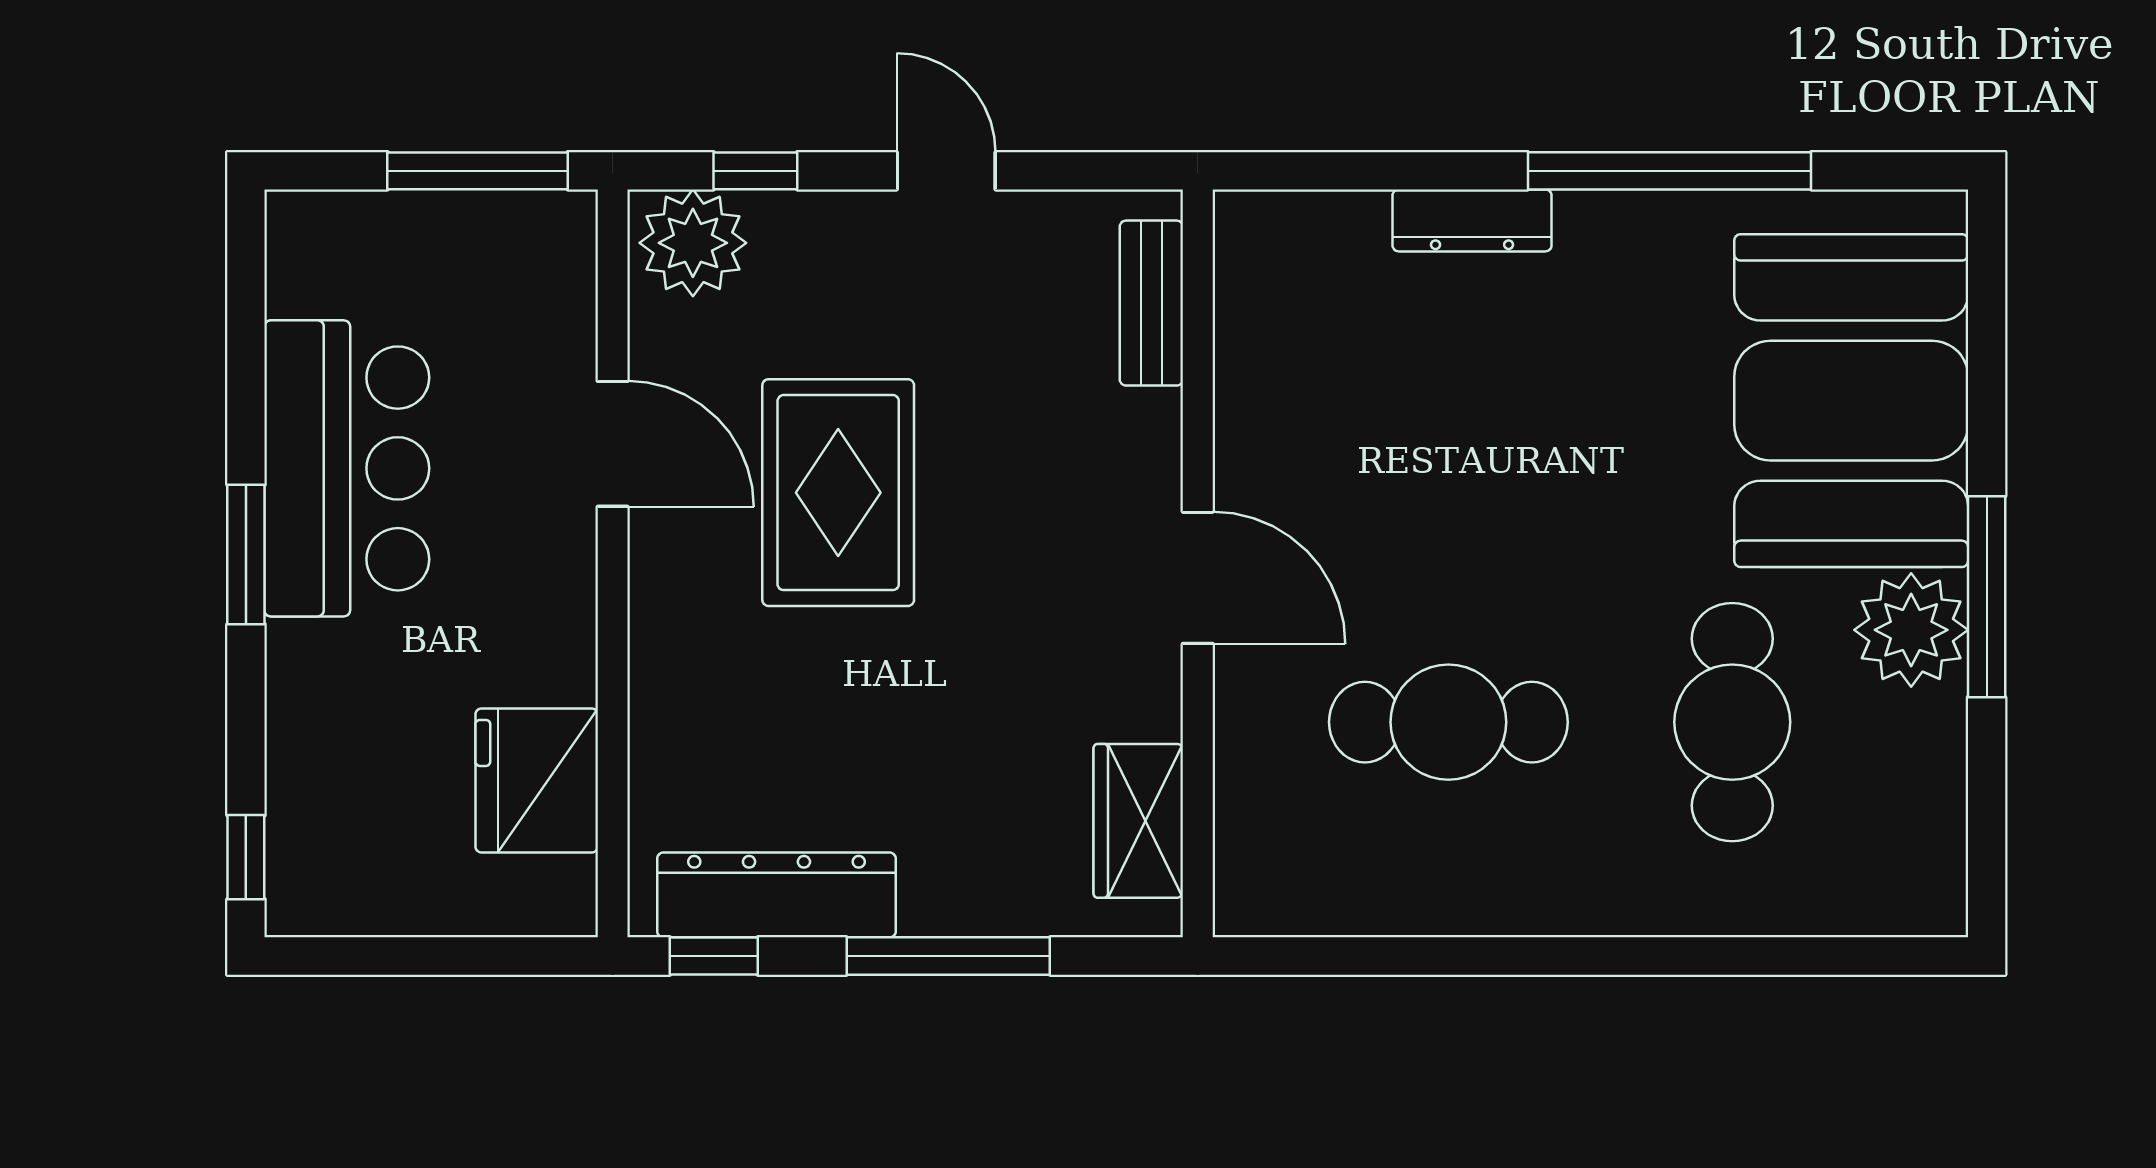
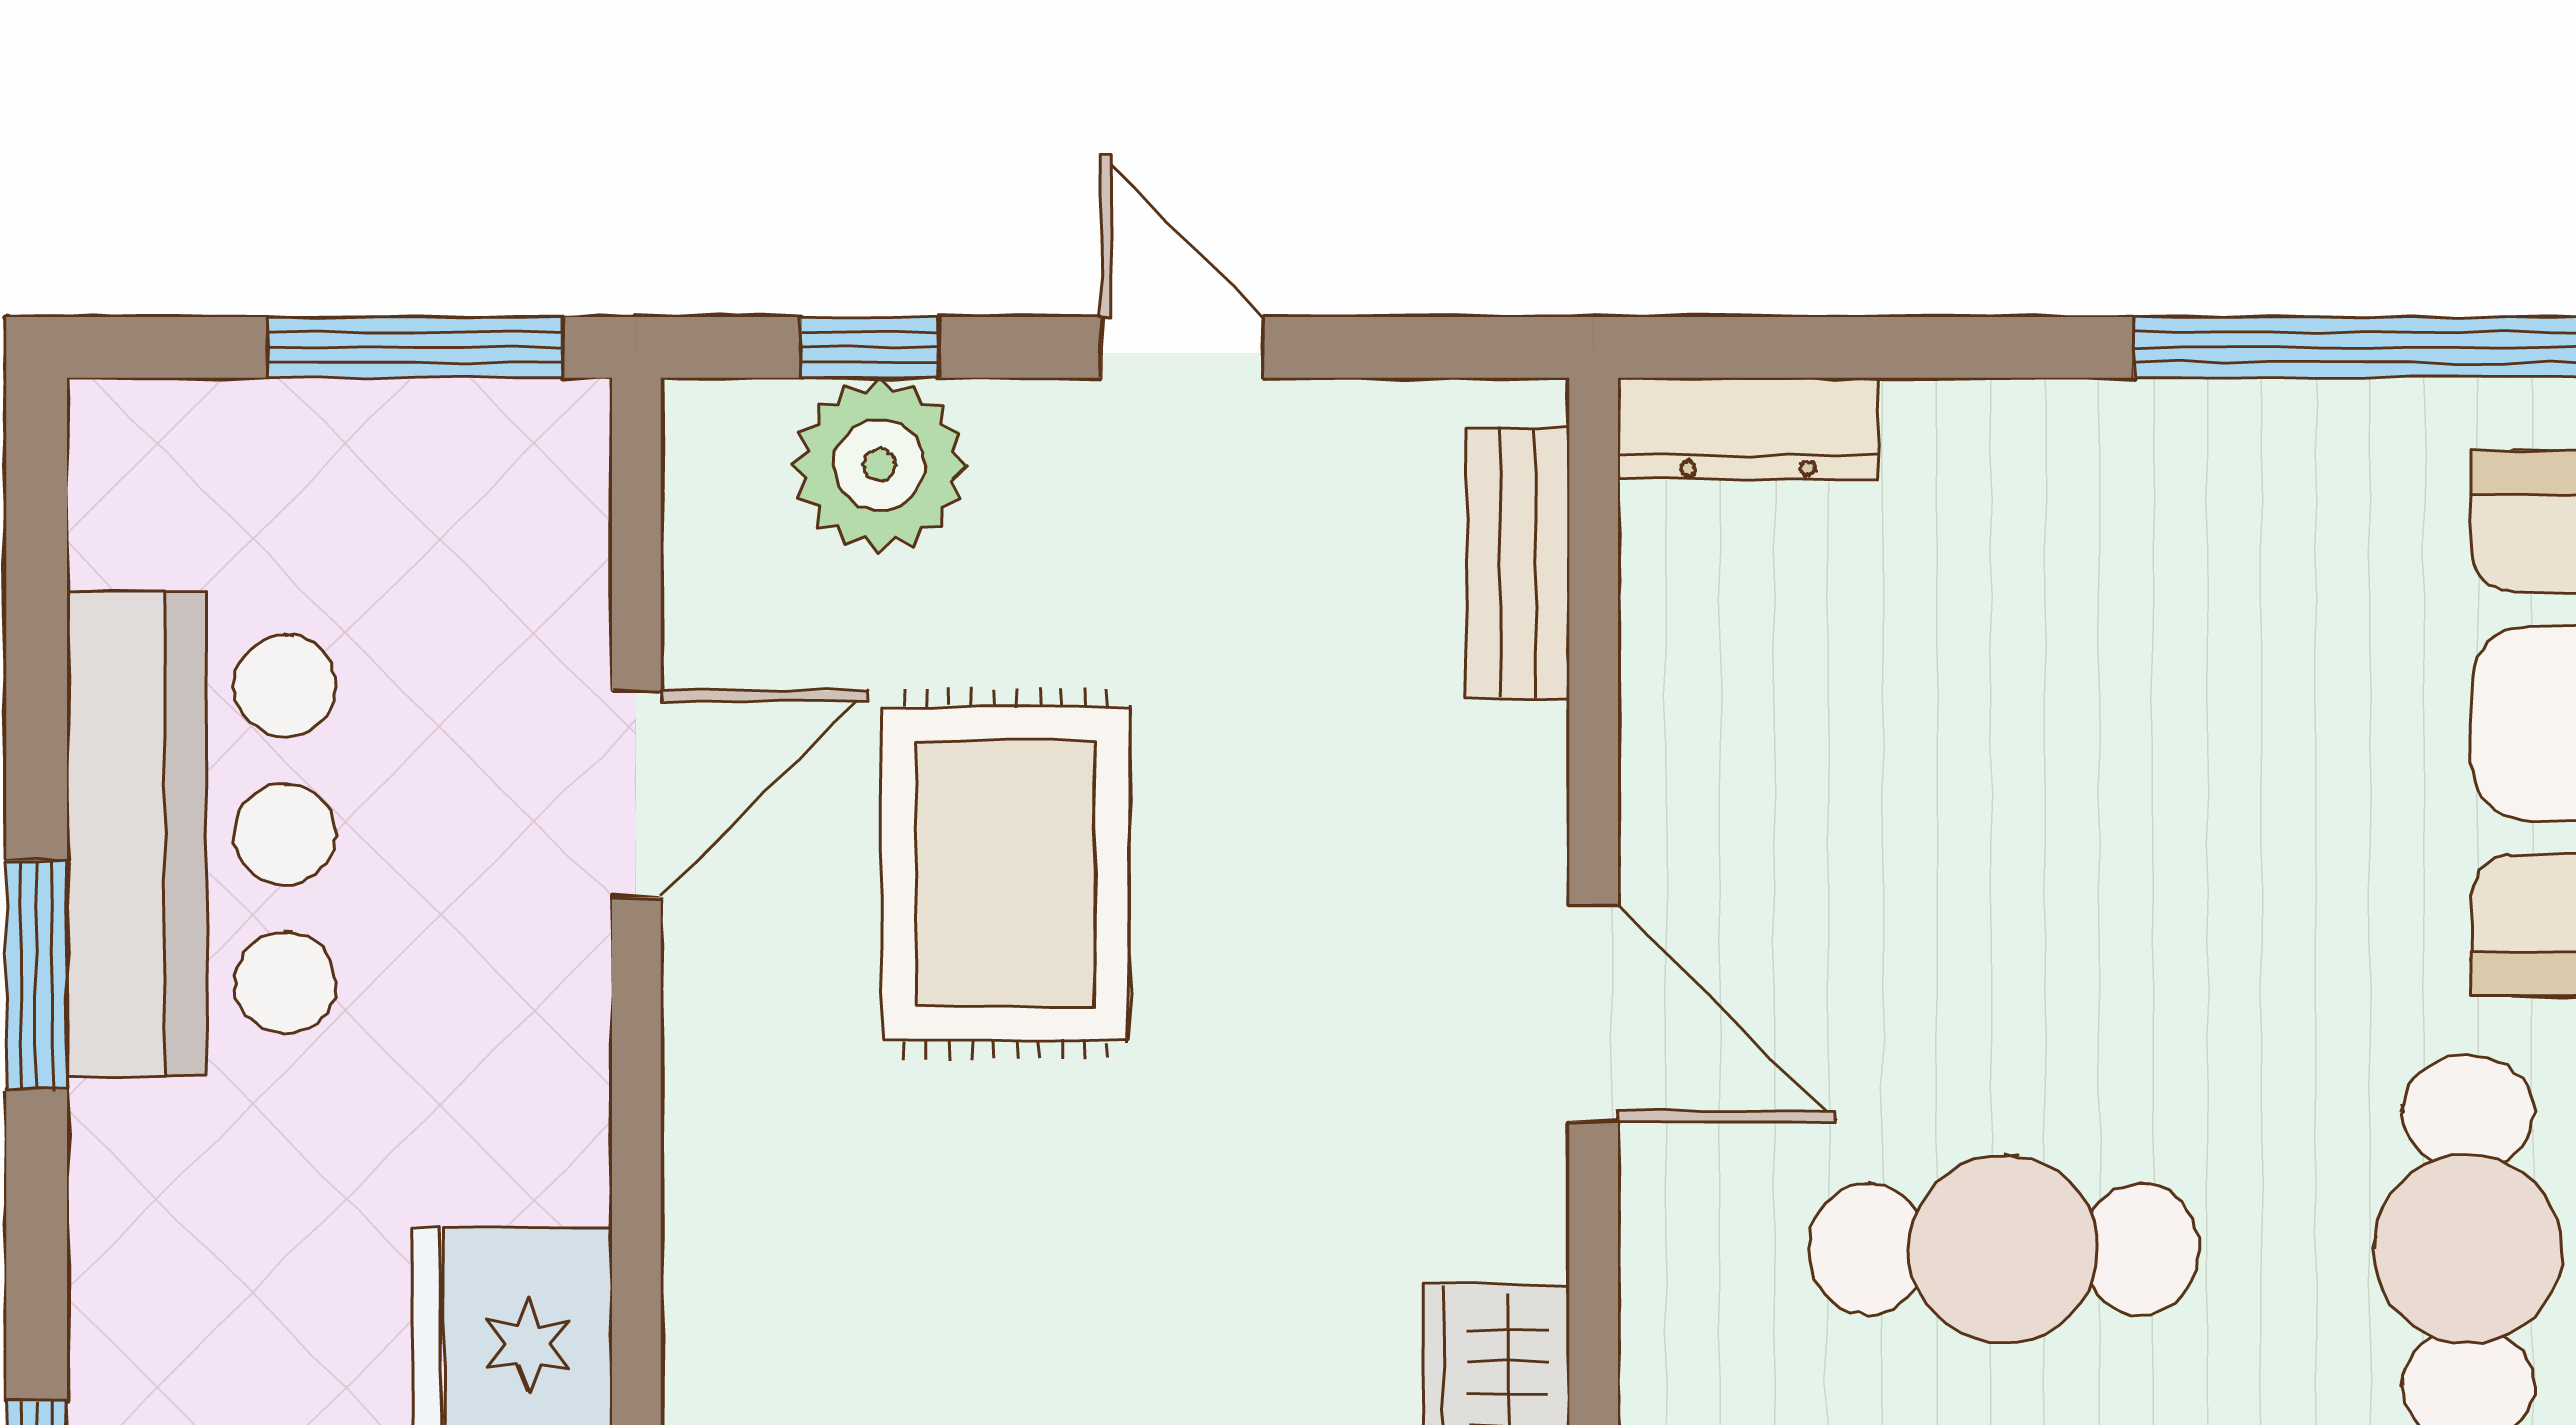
dresser: (1472, 220) -> (1748, 428), moved
plant: (693, 243) -> (880, 465), moved
door: (613, 444) -> (636, 794), hinge flipped

